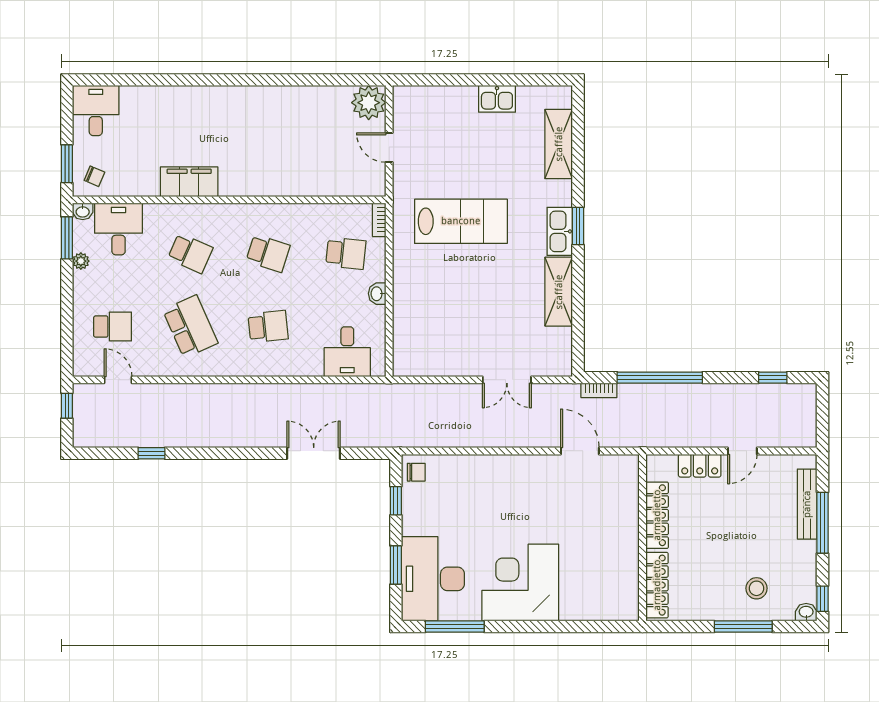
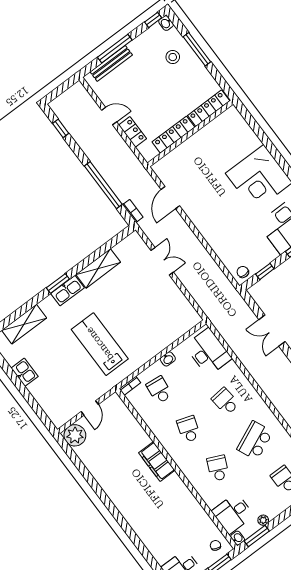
filing cabinet: (189, 182) -> (157, 462), moved
desk: (347, 352) -> (208, 352), width x1.37

